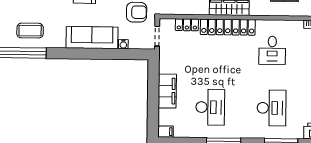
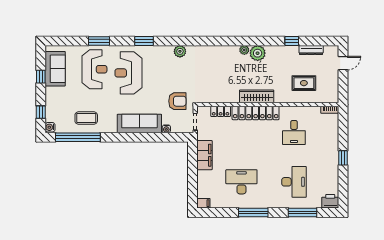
filing cabinet: (167, 91) -> (204, 155), moved
desk: (210, 107) -> (241, 182), turned -90

